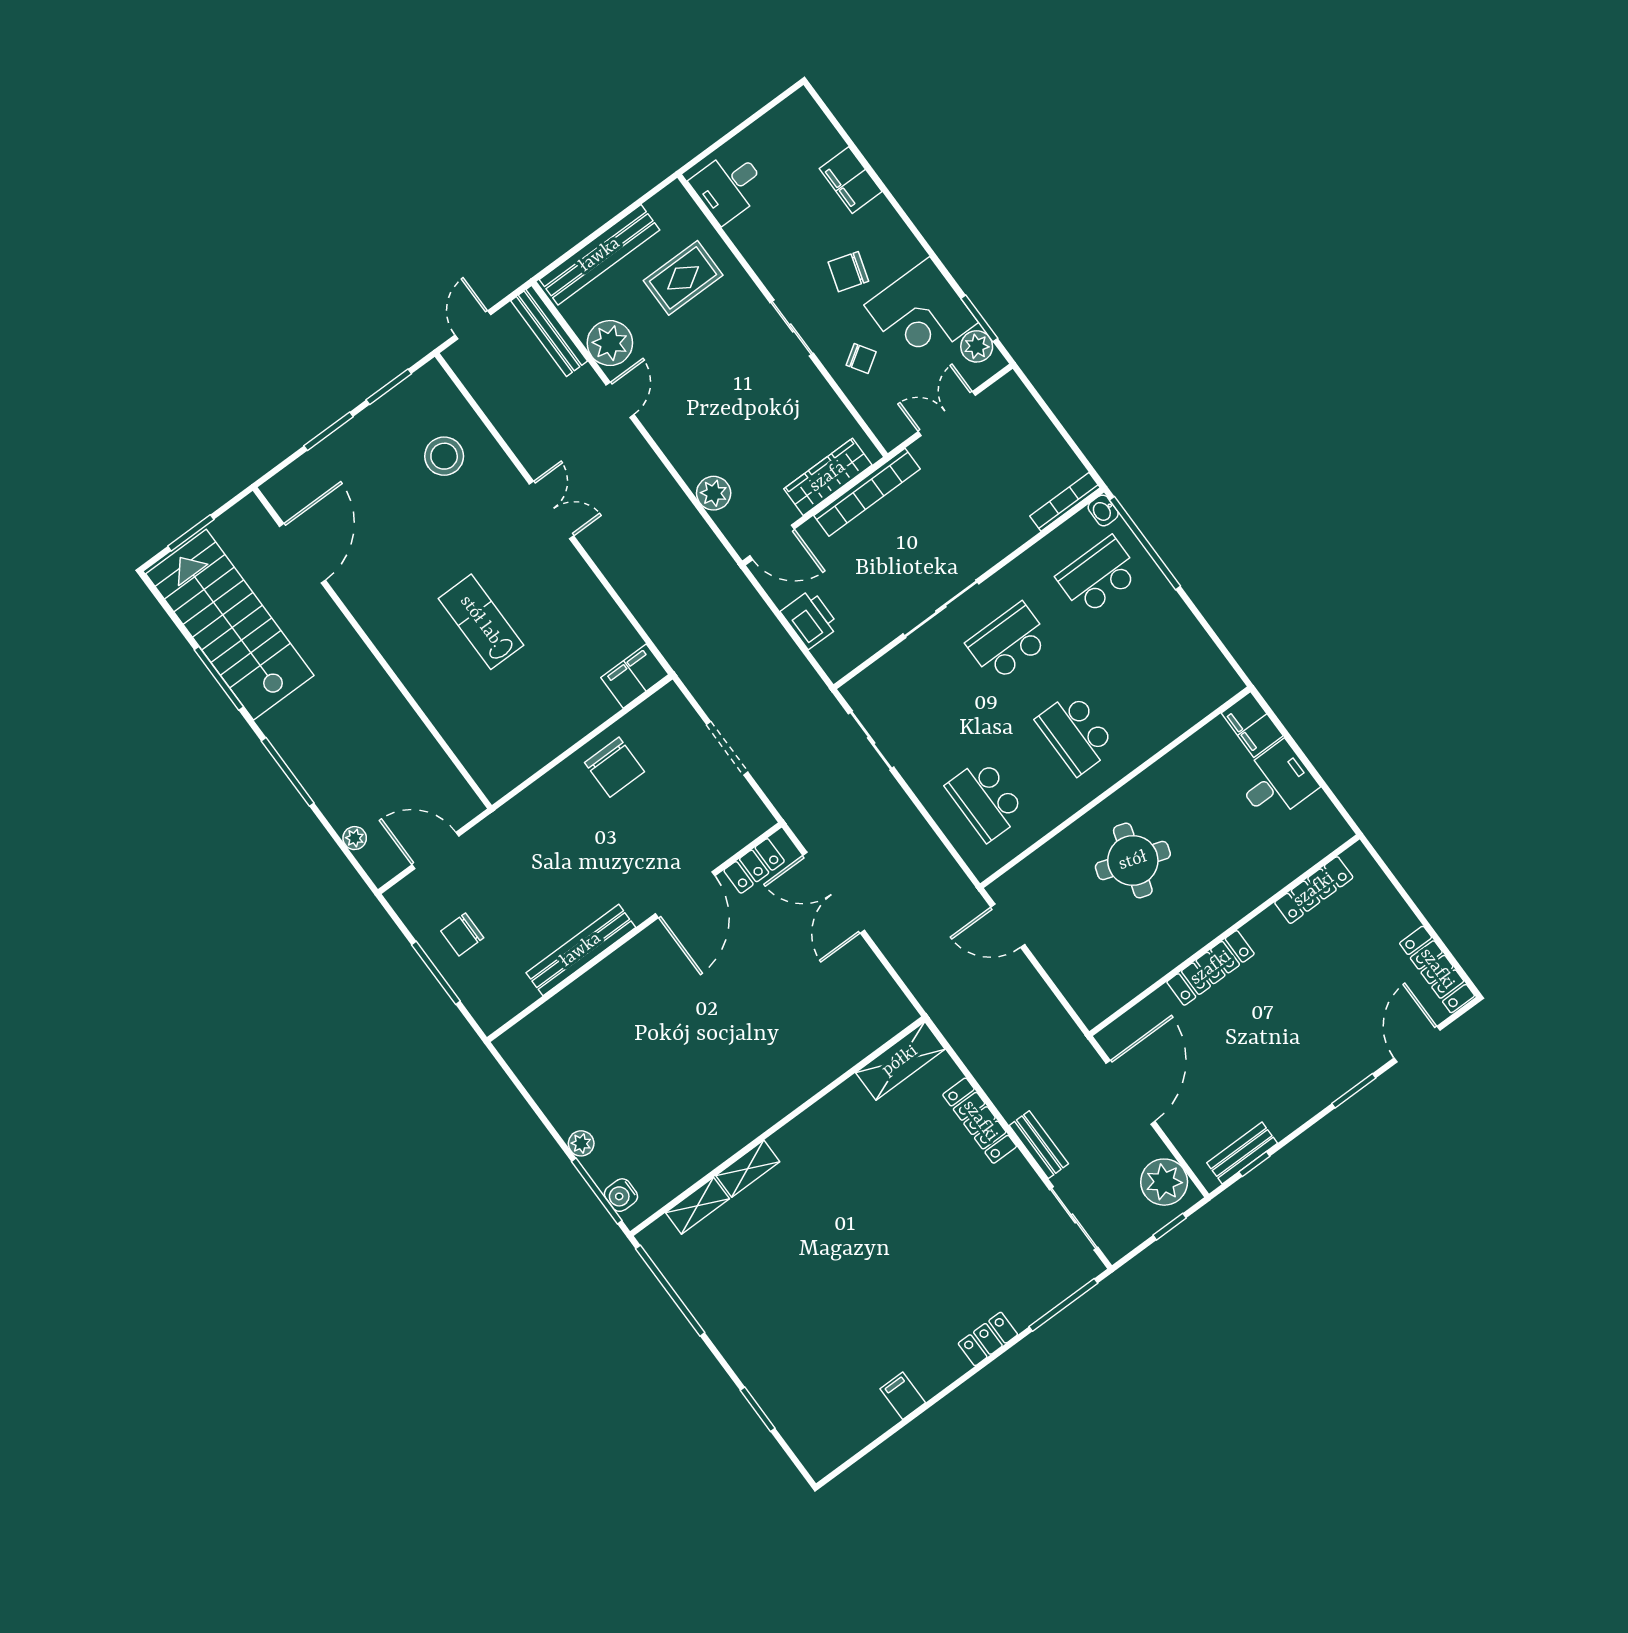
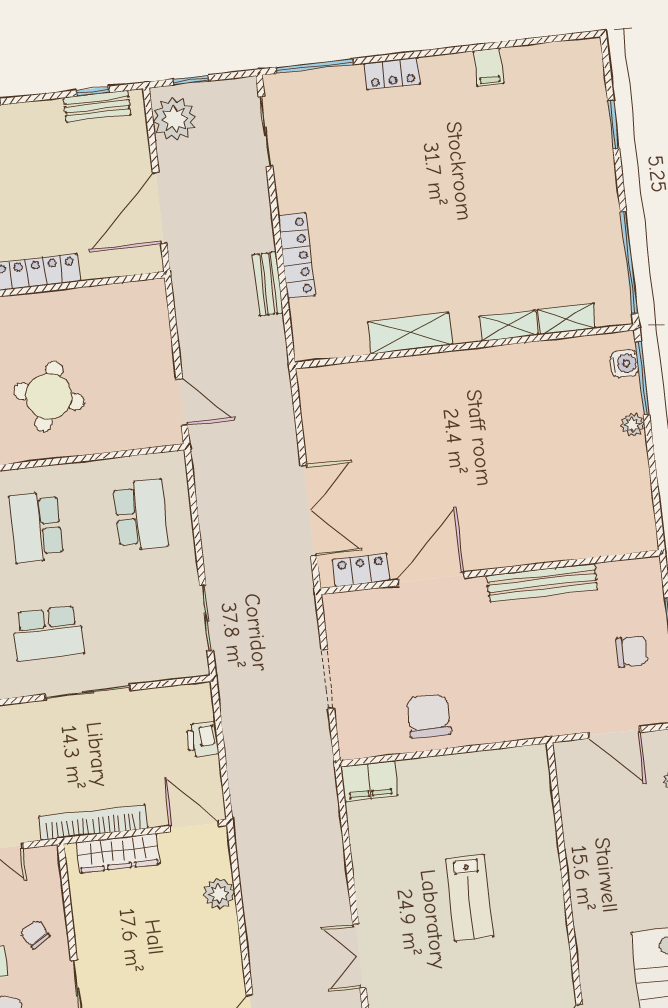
printer: (810, 619) -> (202, 739), width x0.73, depth x0.81
school desk: (1076, 733) -> (36, 527), turned 180
shelving: (900, 1061) -> (410, 333), moved
bench: (1039, 1145) -> (268, 284), moved

